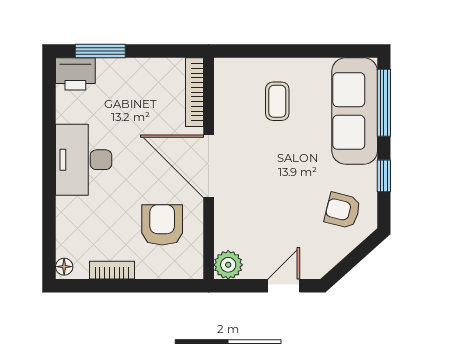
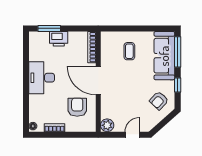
printer: (75, 74) -> (59, 39), moved
armchair: (343, 210) -> (159, 101), turned -61

